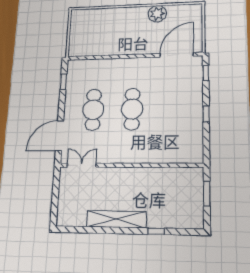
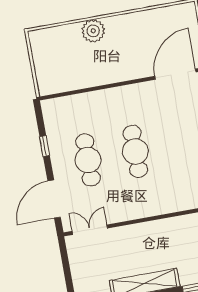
plant: (157, 14) -> (93, 31), moved
window: (63, 82) -> (45, 146), moved

